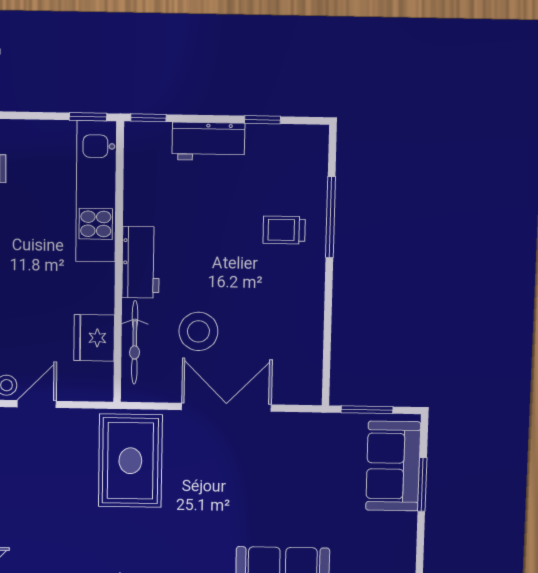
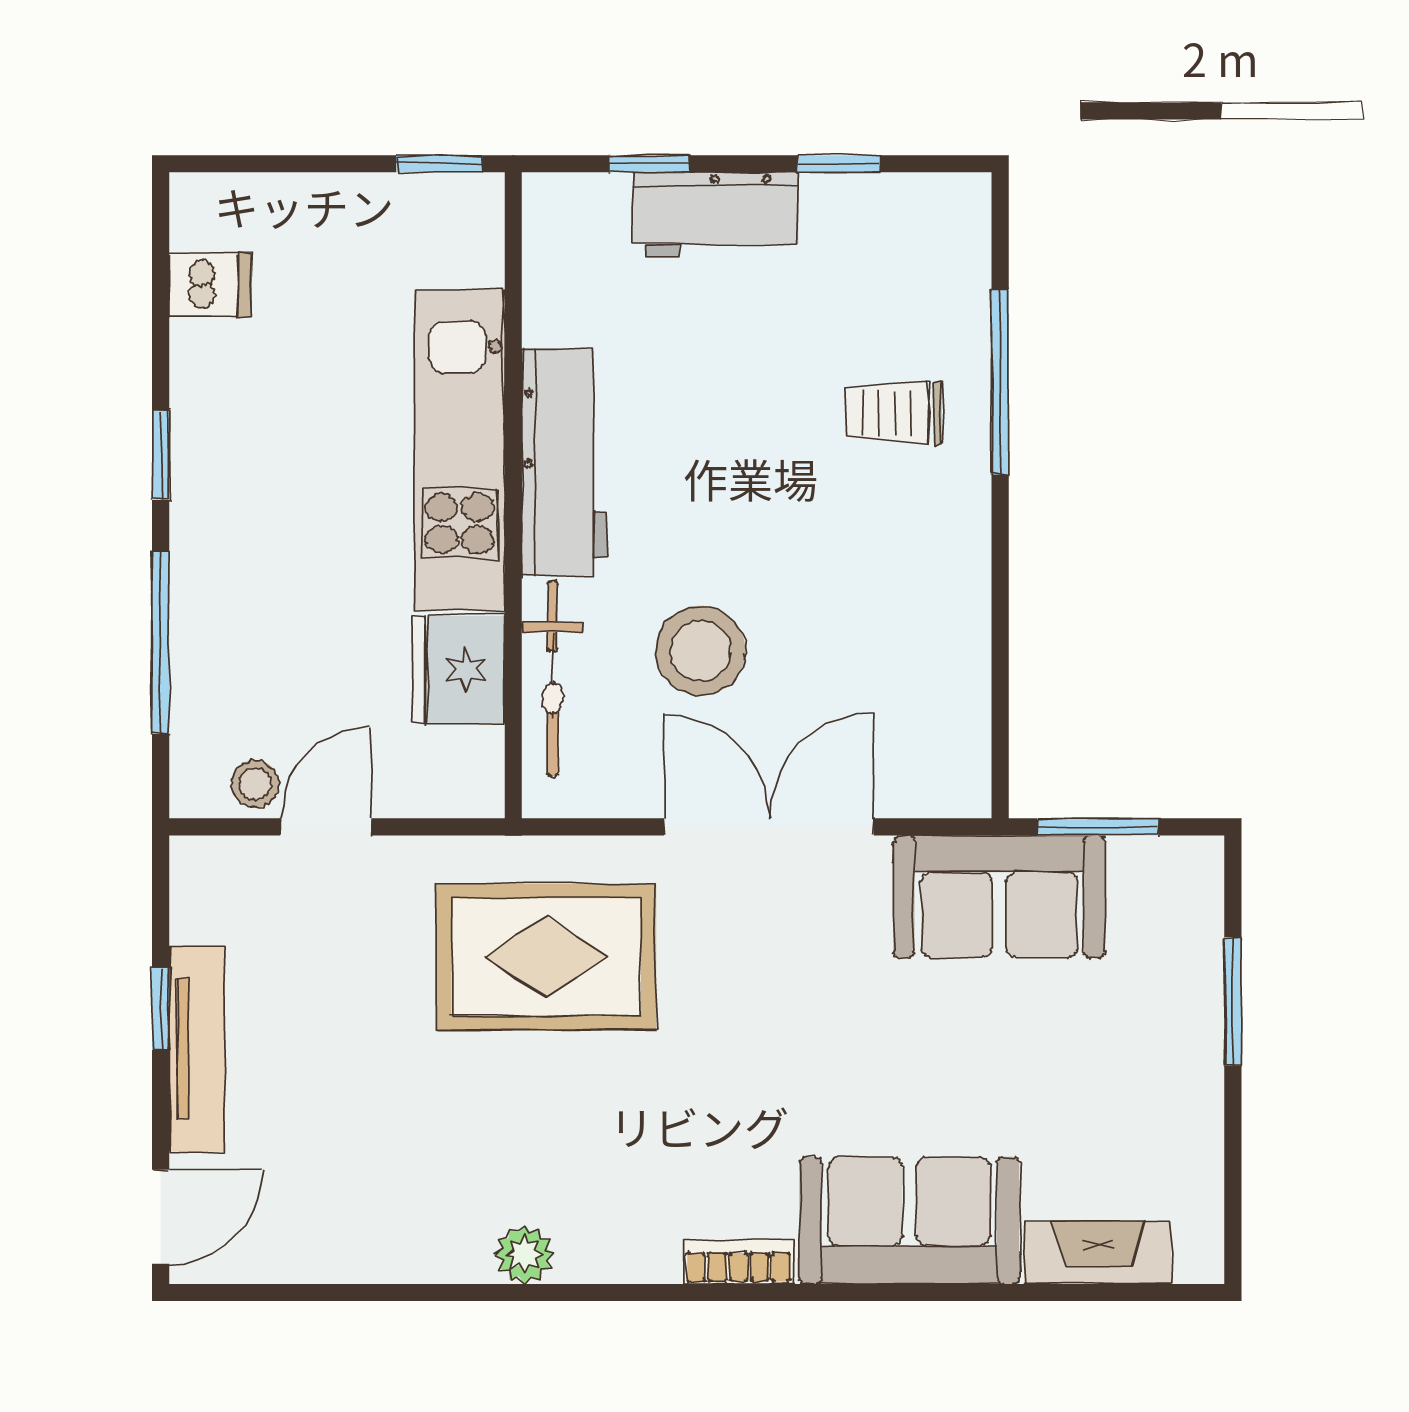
window: (148, 118) -> (649, 164), moved
kitchen unit: (96, 191) -> (460, 450), moved
workbench: (141, 262) -> (564, 462), width x1.38
rug: (130, 461) -> (546, 957), turned 90
sofa: (393, 466) -> (999, 897), moved, turned -90

